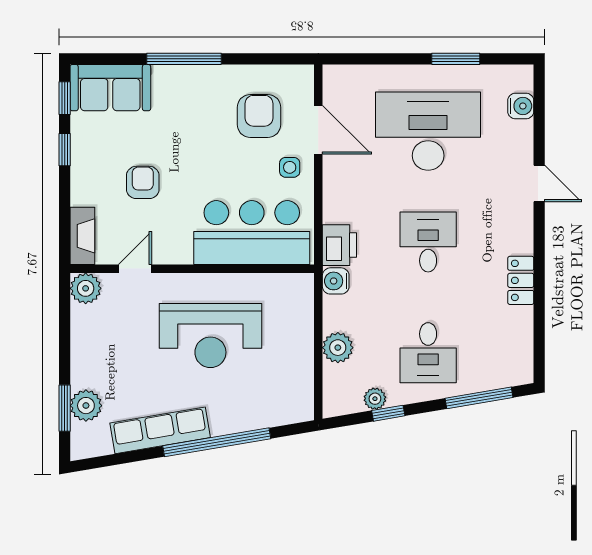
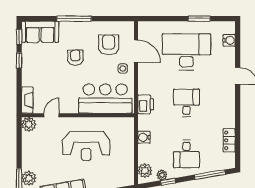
armchair: (143, 182) -> (75, 58), moved
locker: (521, 280) -> (229, 140), moved
water cooler: (336, 281) -> (144, 137), moved
plant: (338, 348) -> (145, 171), moved

